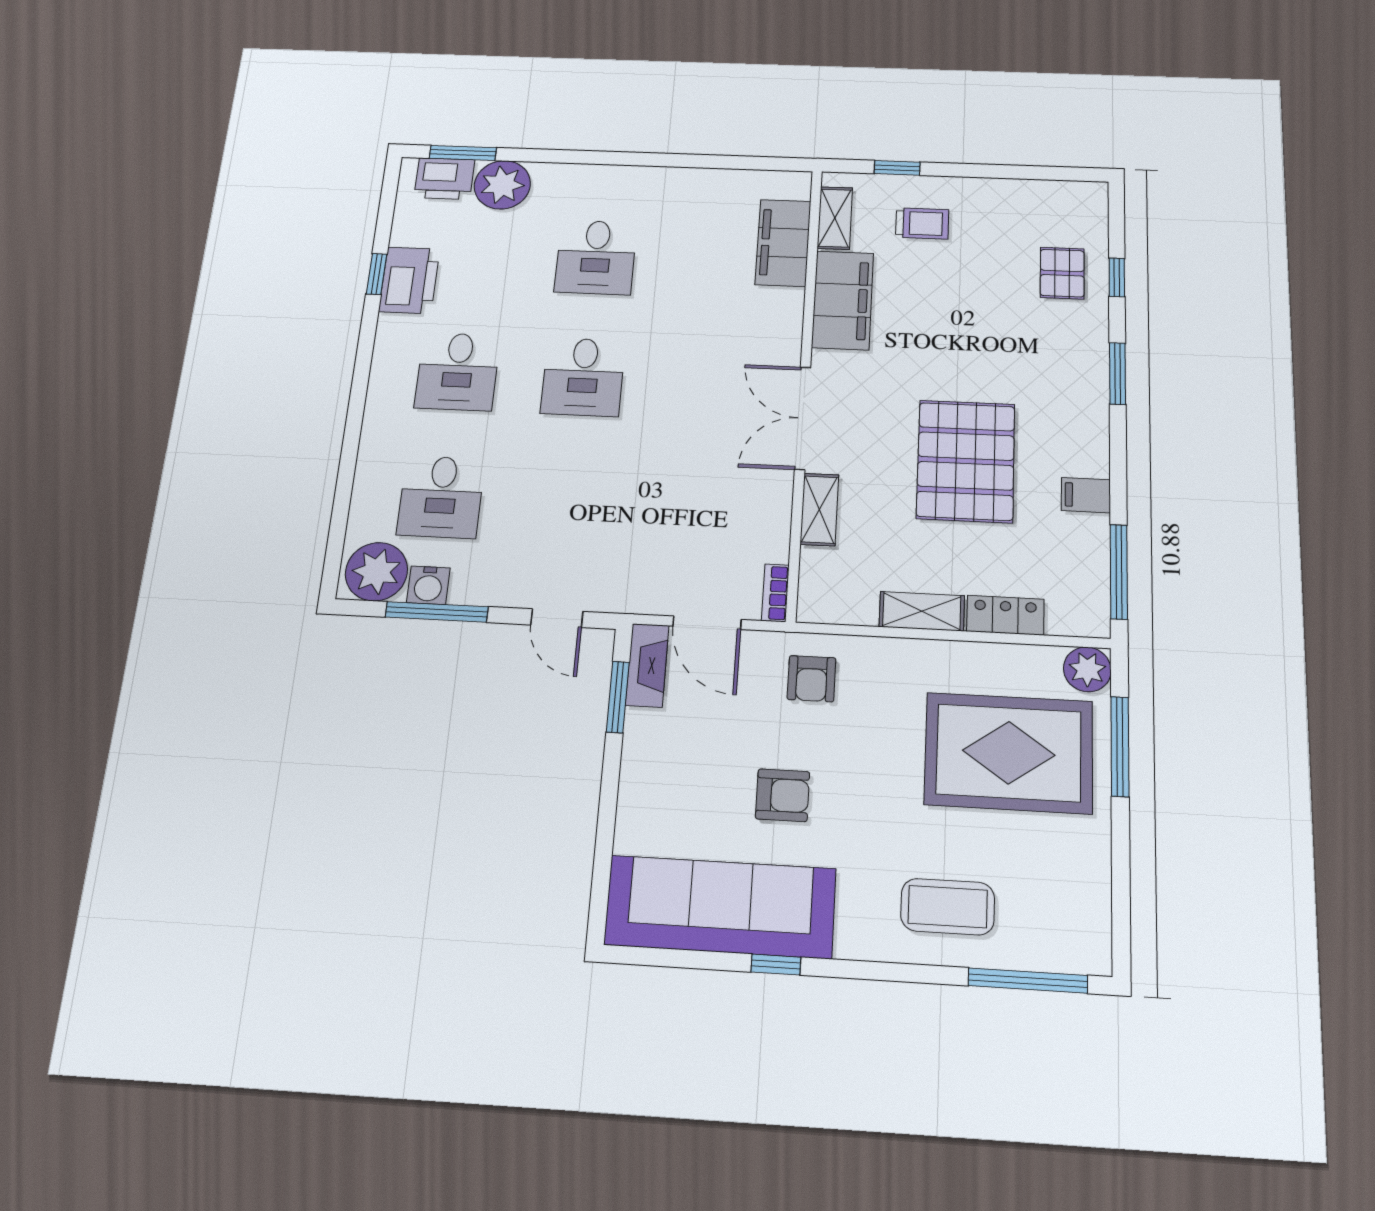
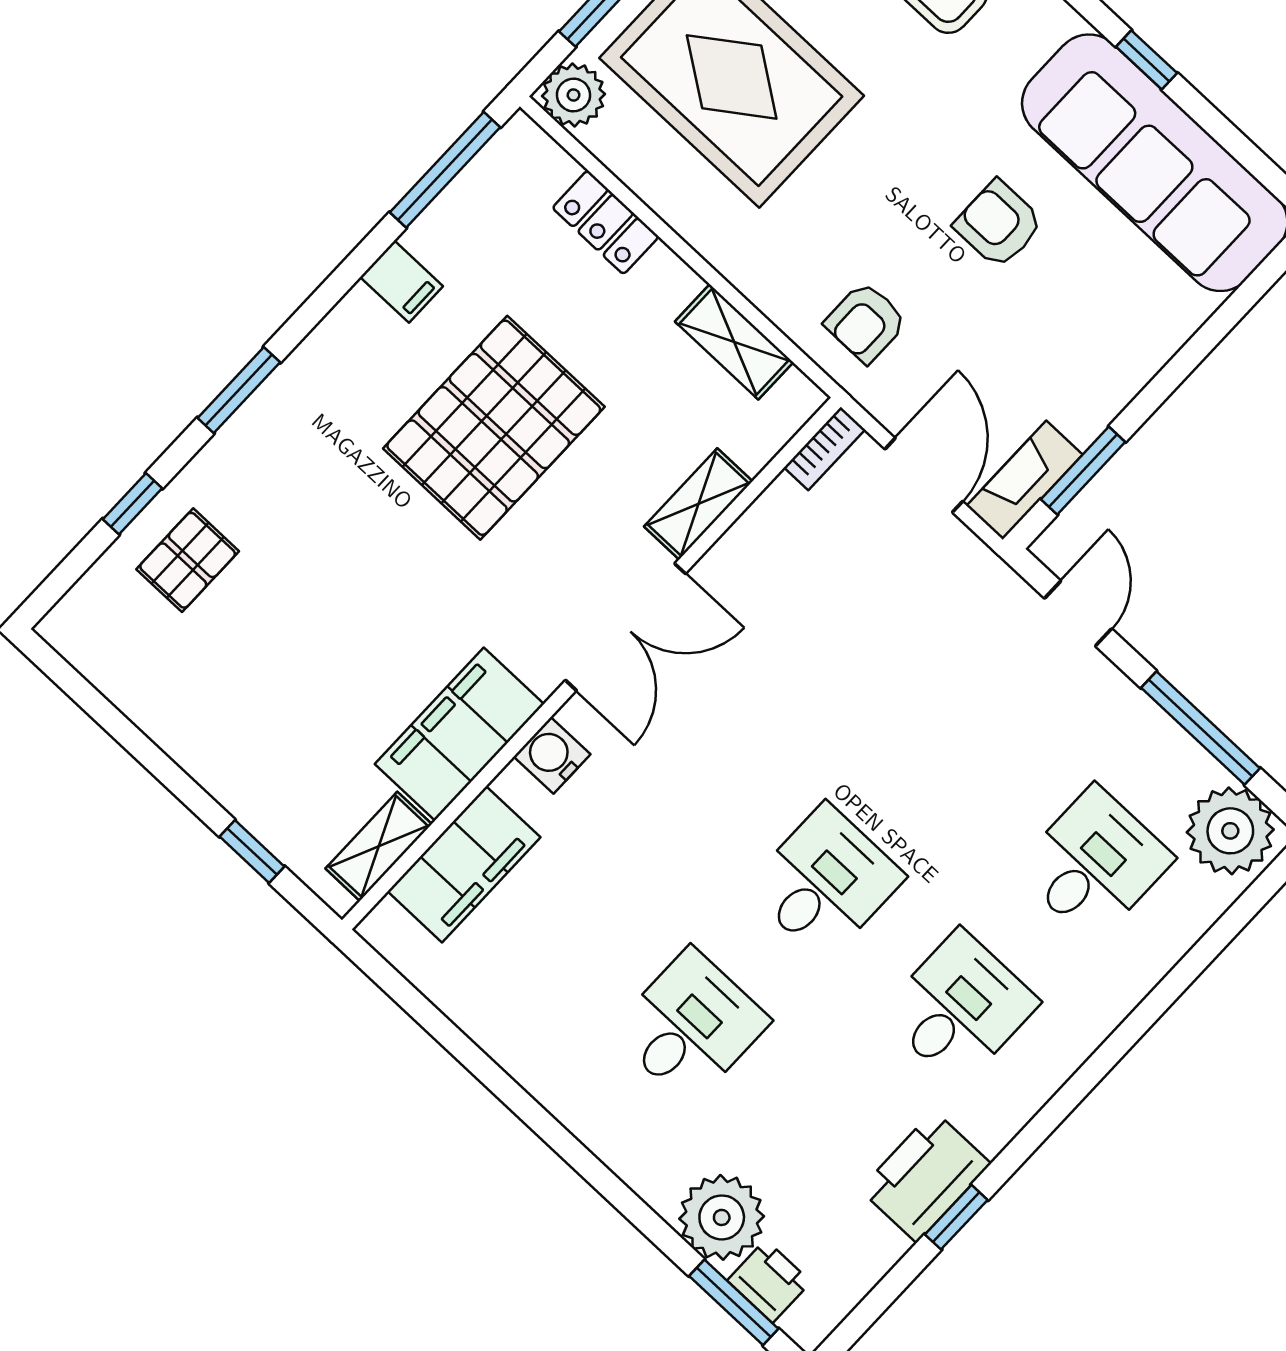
printer: (444, 179) -> (769, 1281), width x0.73, depth x0.81
trolley: (922, 223) -> (287, 755), removed
water cooler: (428, 585) -> (552, 755), moved, turned -90
shelving: (922, 611) -> (734, 342), moved
armchair: (812, 679) -> (866, 322), turned 180

